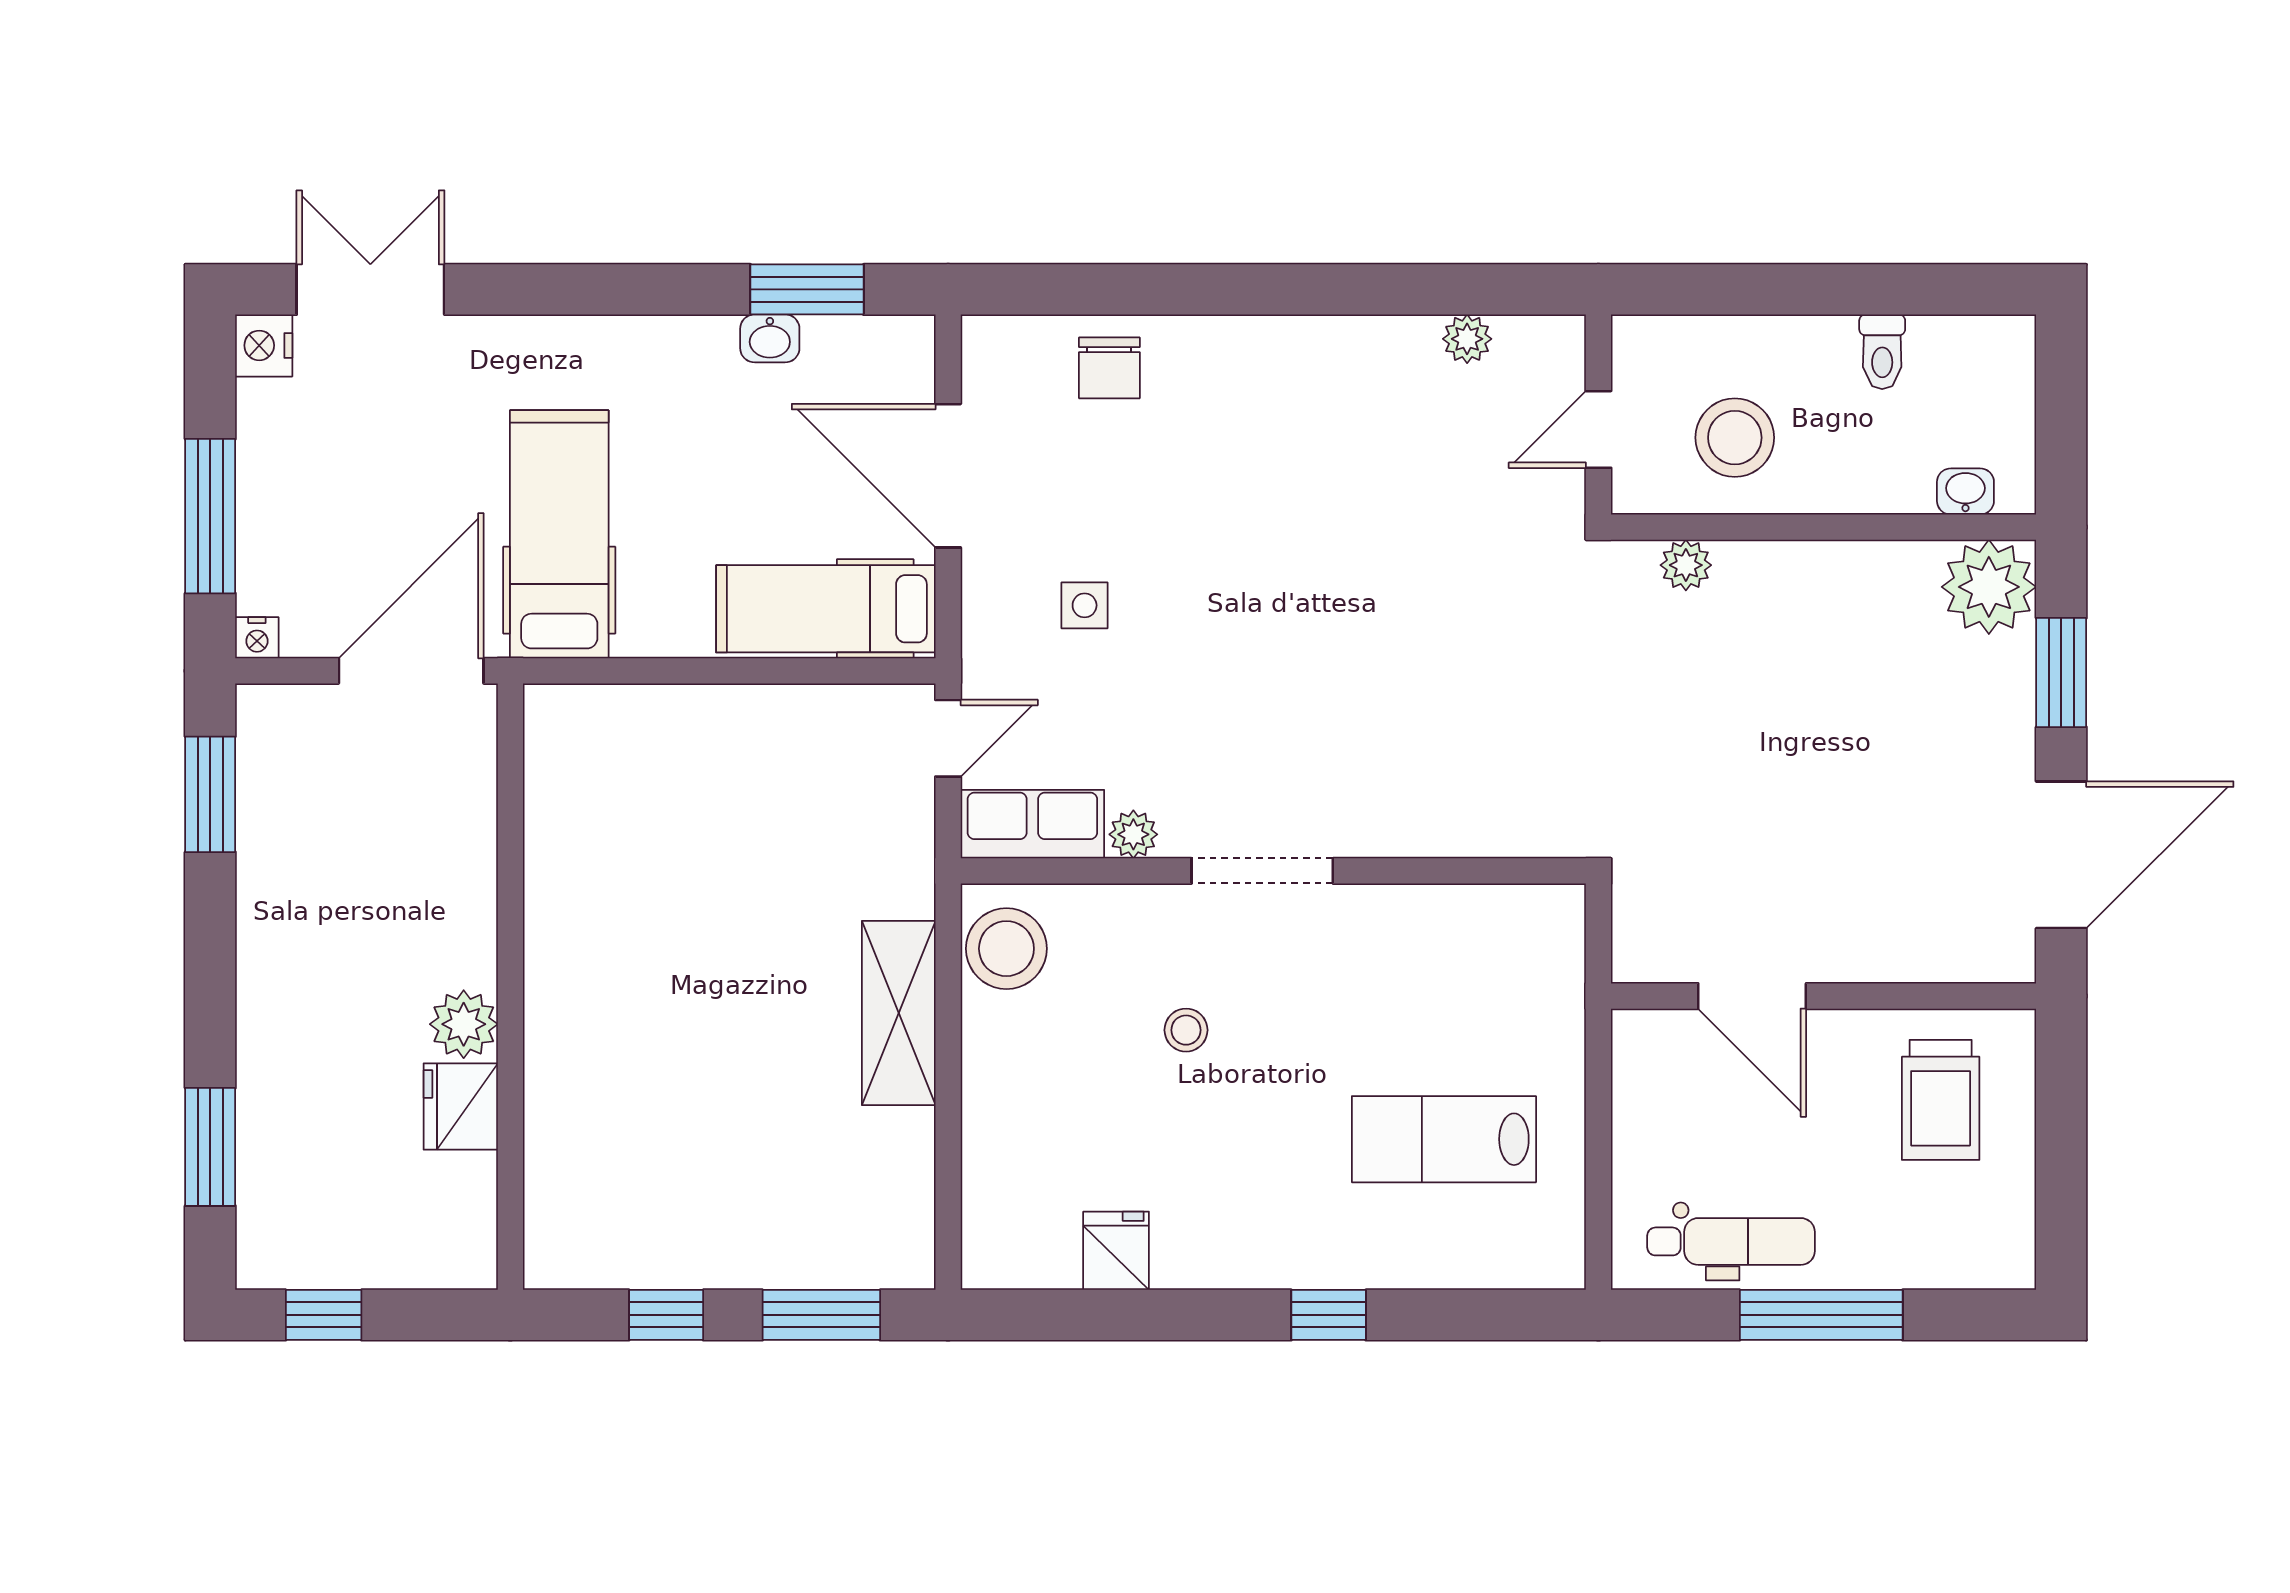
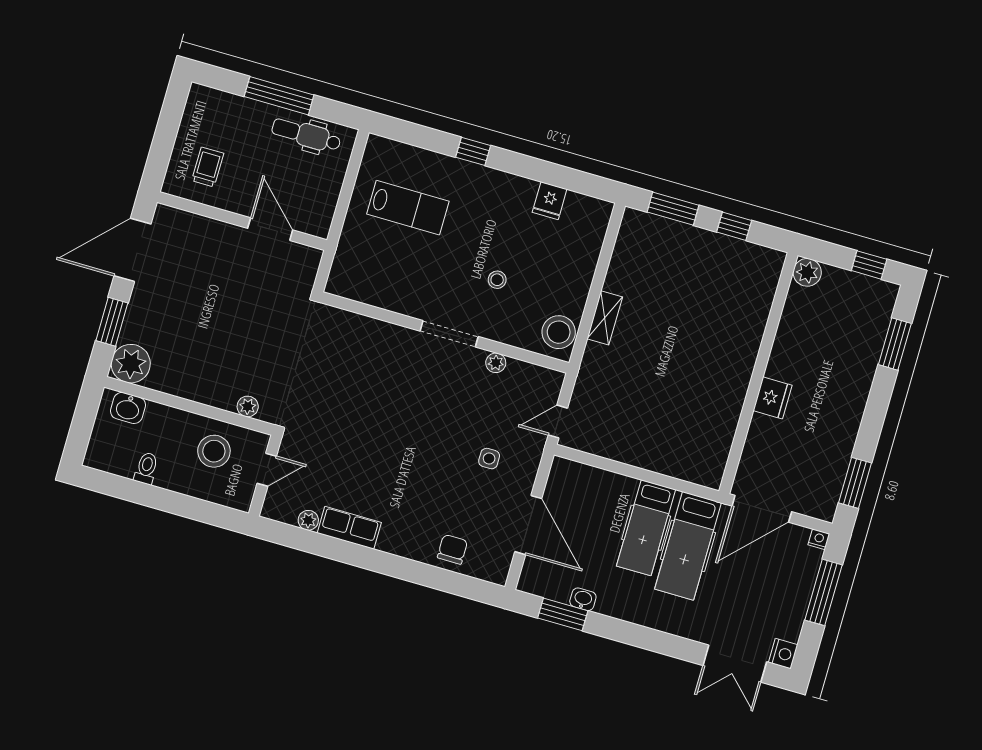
washbasin: (1965, 491) -> (128, 408), width x1.38, depth x1.45
hospital bed: (826, 609) -> (646, 528), moved, turned 90
row of seats: (1032, 824) -> (349, 528), moved, turned 180
shelving: (899, 1013) -> (605, 318), width x0.67, depth x0.75
plant: (464, 1024) -> (807, 272), moved
trolley: (1941, 1100) -> (208, 167), width x0.73, depth x0.72
fridge: (461, 1106) -> (773, 398), moved

